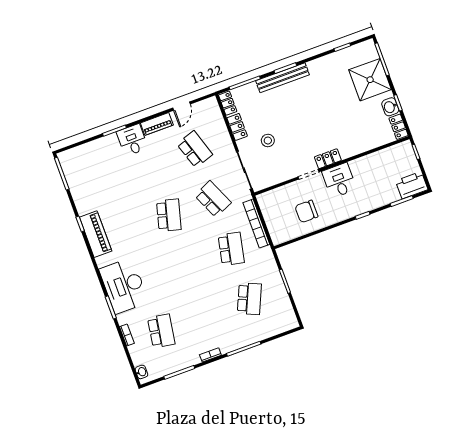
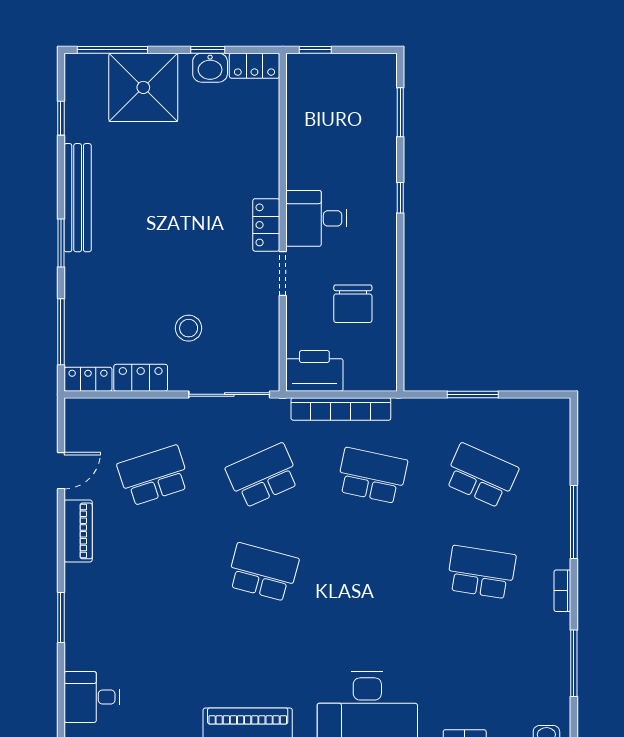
bench: (283, 78) -> (78, 198), moved
door: (181, 106) -> (61, 471), hinge flipped
desk: (132, 140) -> (92, 697), moved
printer: (412, 185) -> (314, 371), moved, turned 90
school desk: (161, 331) -> (481, 572), moved

